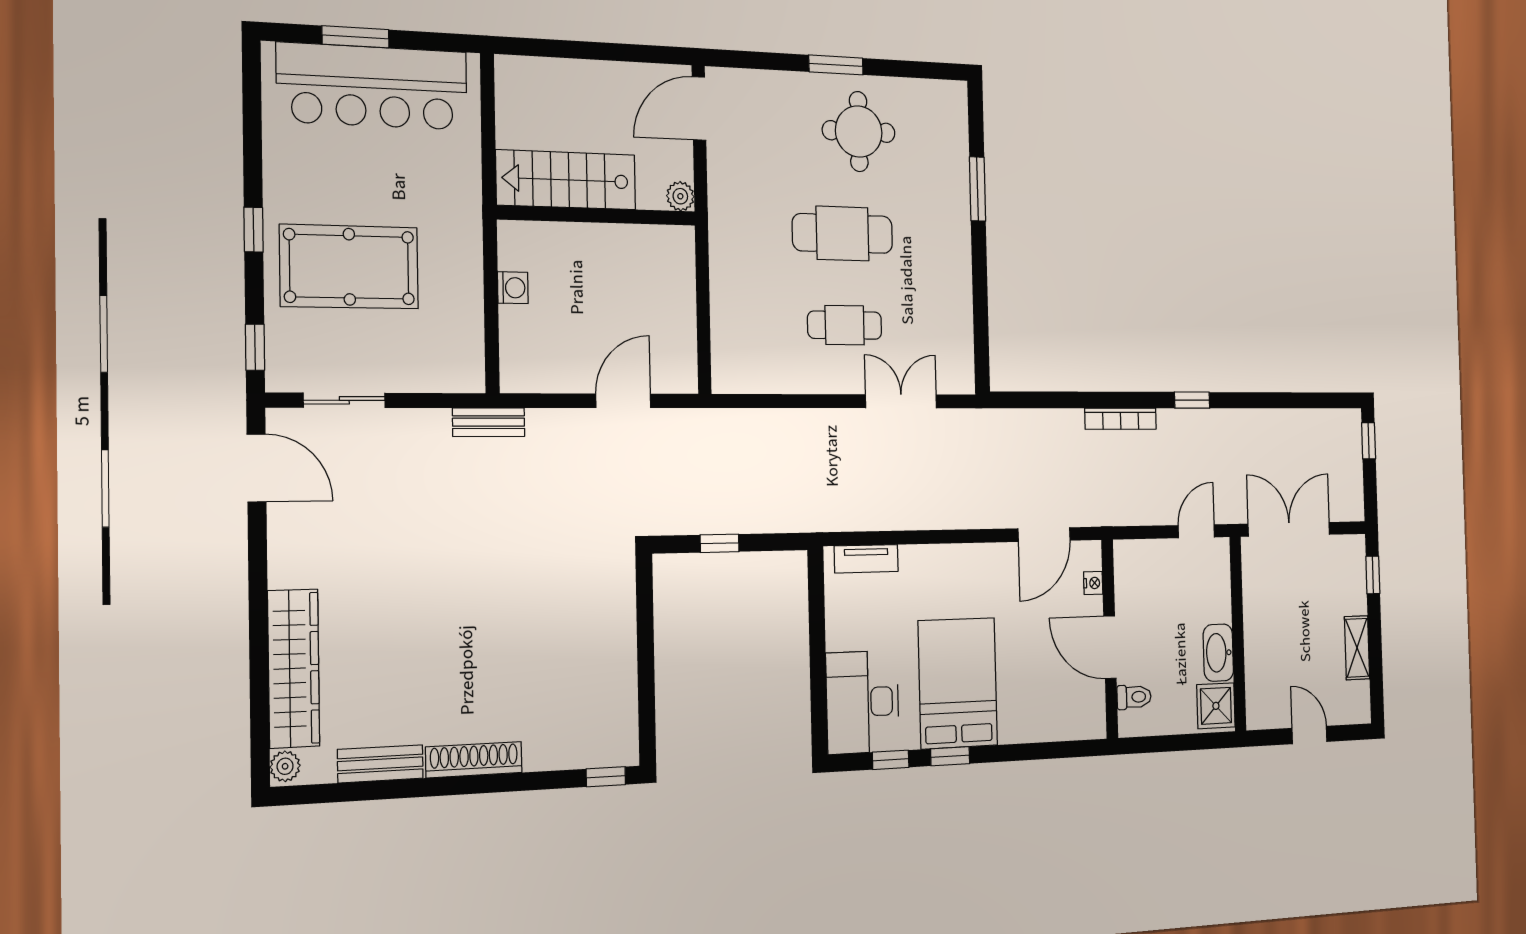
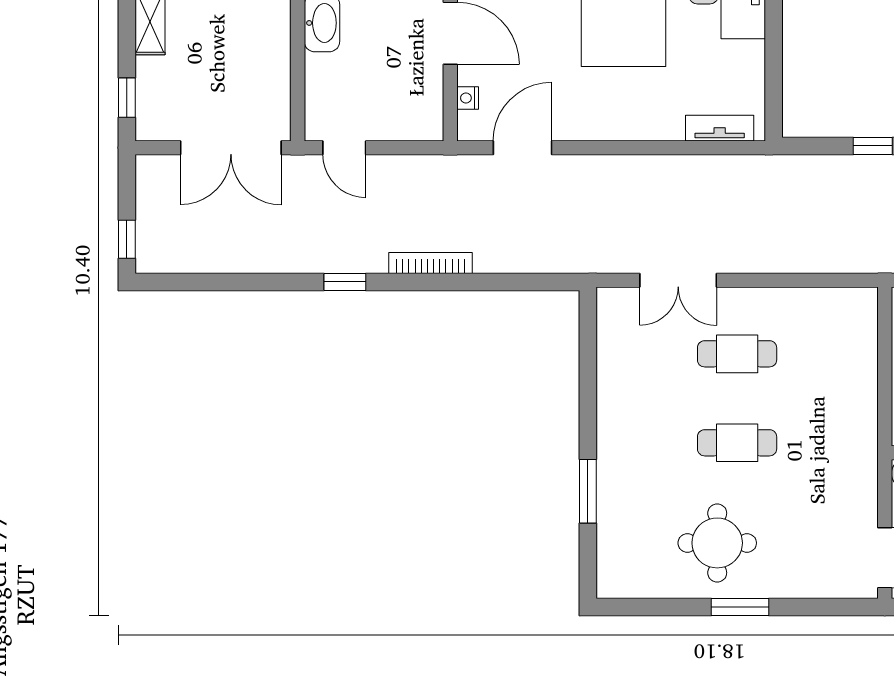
cafe table: (843, 233) -> (737, 443), width x0.73, depth x0.74
door: (1196, 531) -> (344, 148), hinge flipped

